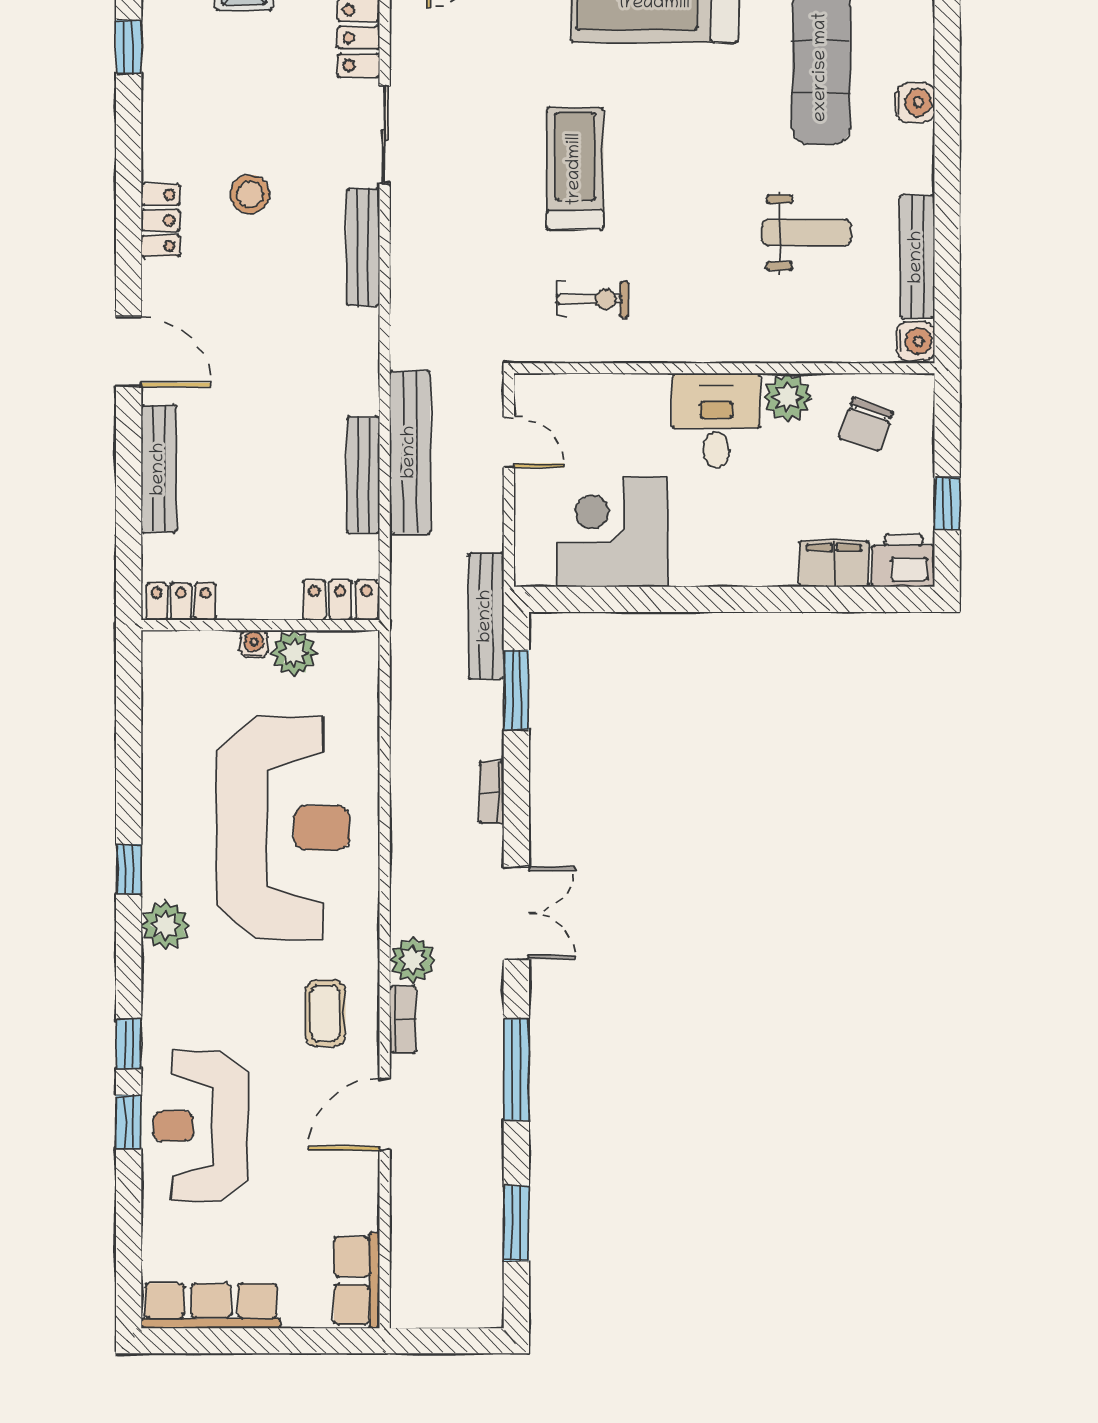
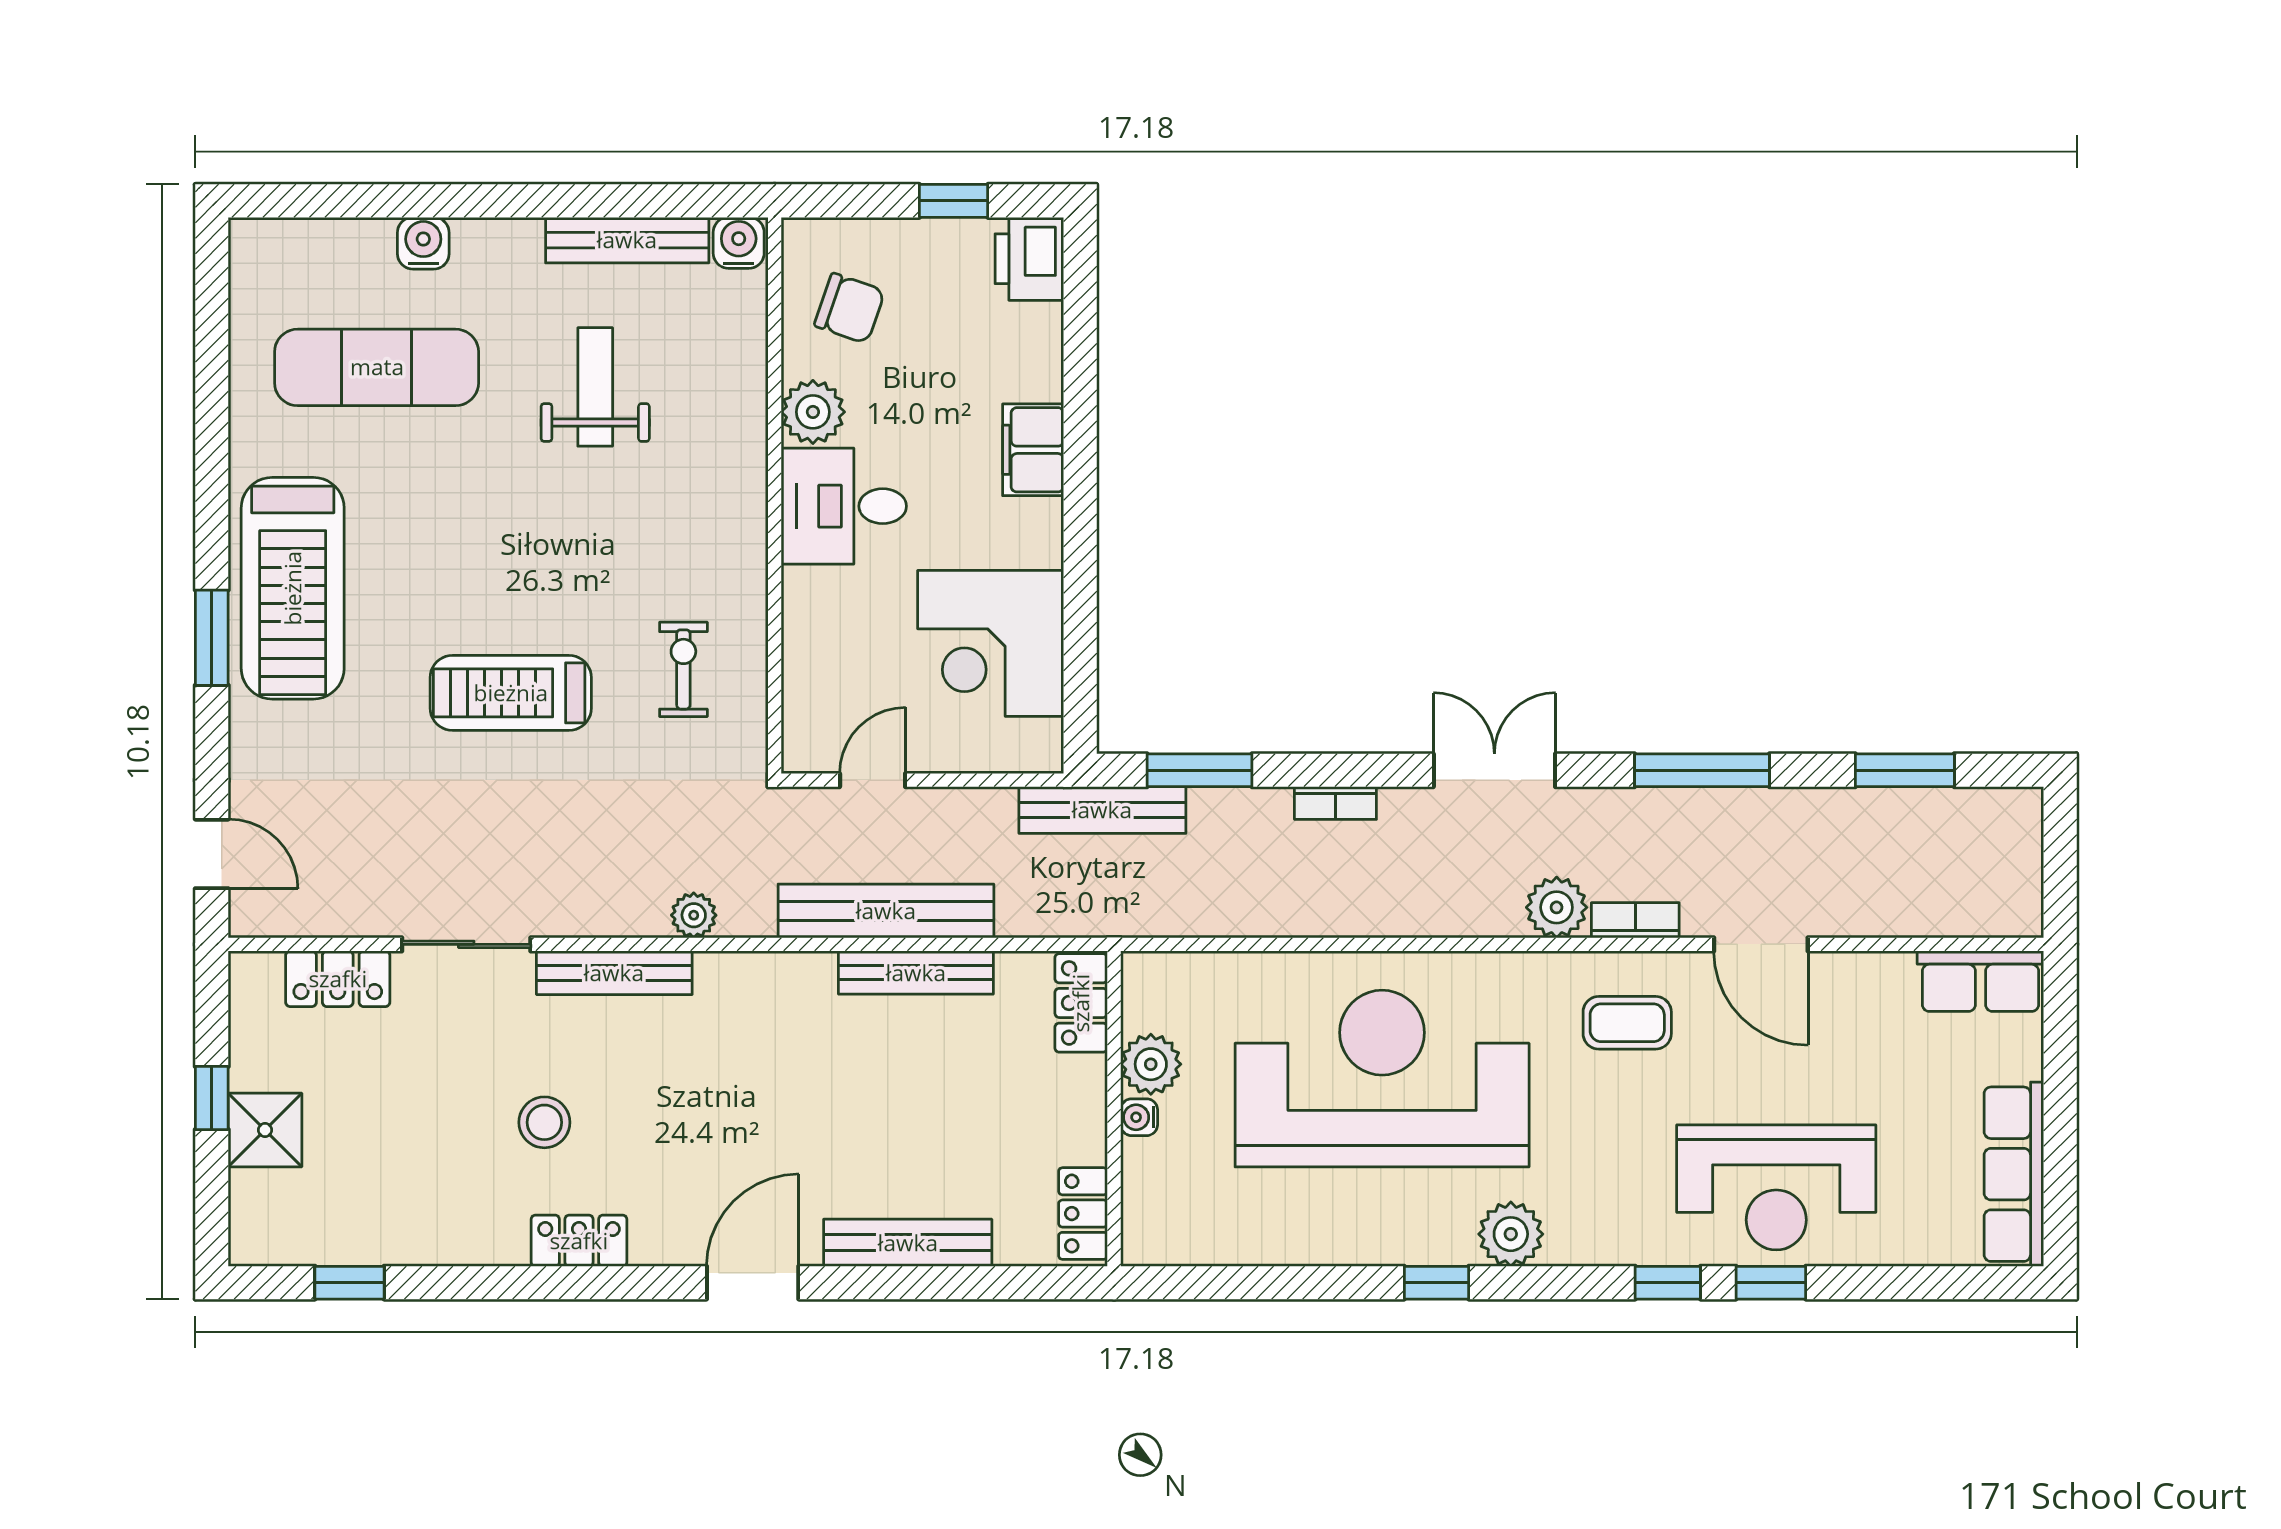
plant: (407, 307) -> (694, 915), added
filing cabinet: (834, 564) -> (1033, 450), moved

